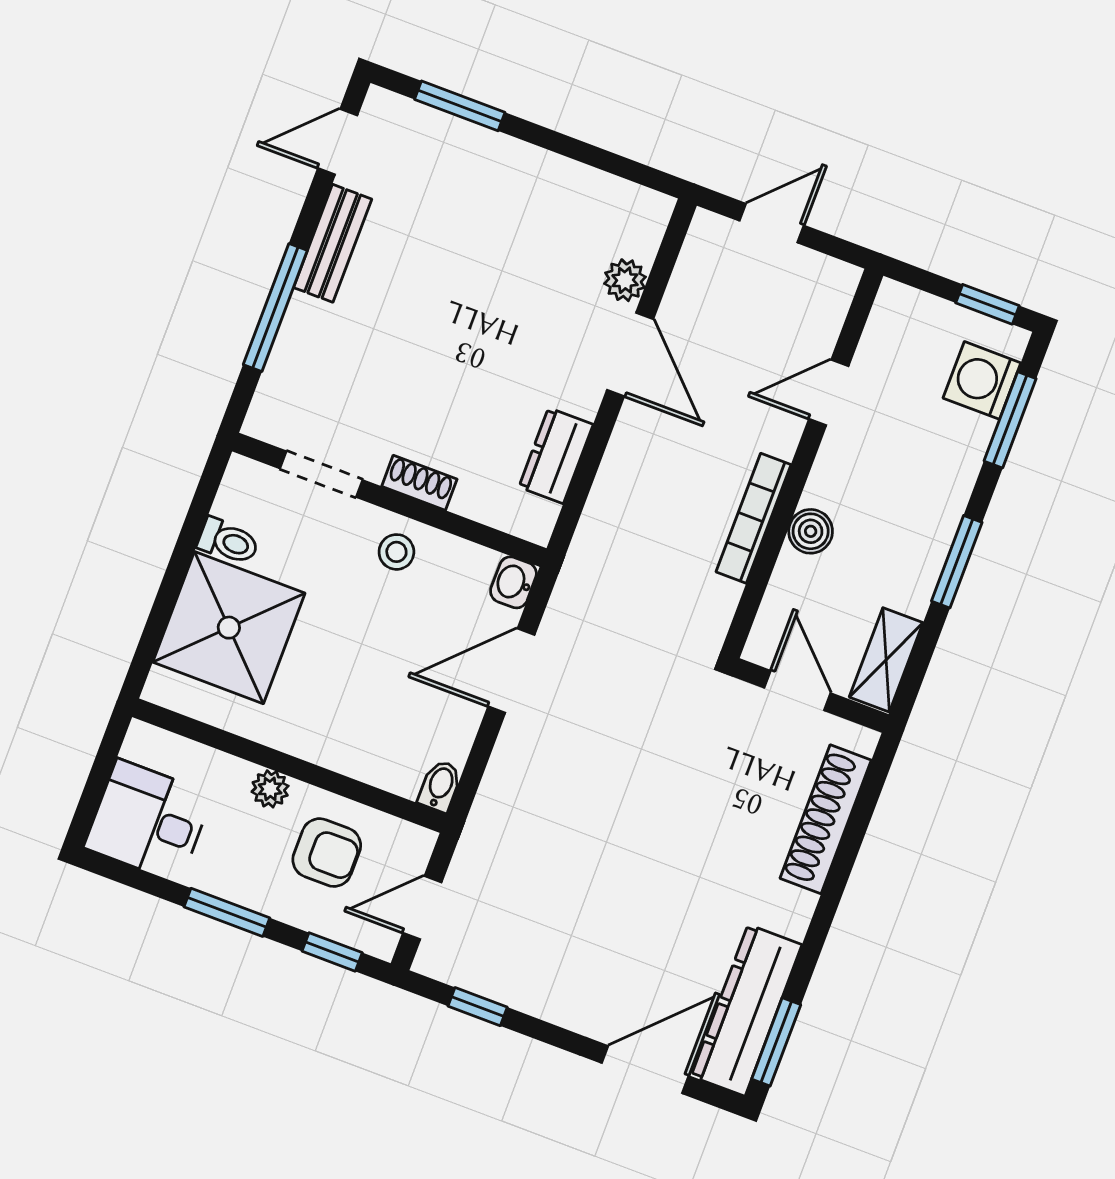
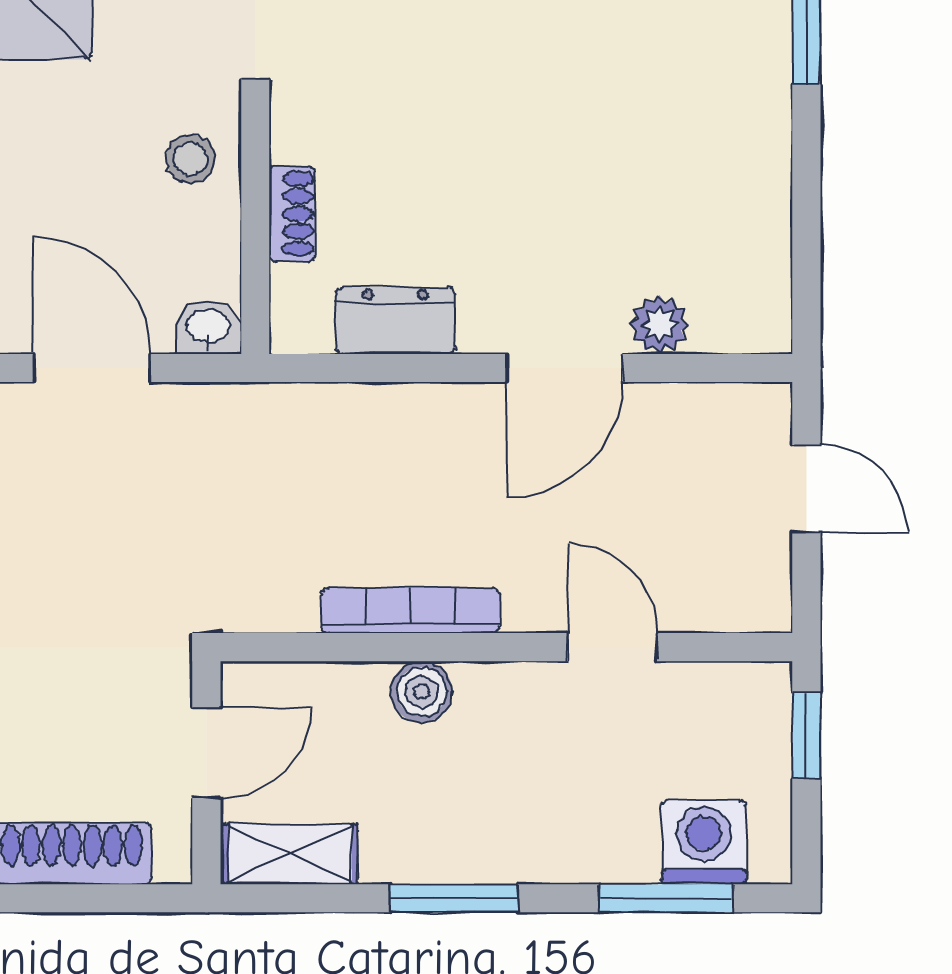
window: (987, 304) -> (806, 735), moved
shoe rack: (419, 483) -> (292, 214), moved

